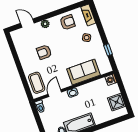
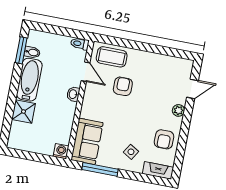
window: (108, 50) -> (100, 169), width x2.17
armchair: (44, 52) -> (123, 86), moved
sofa: (84, 72) -> (87, 141), moved
shower: (117, 102) -> (24, 112), moved

